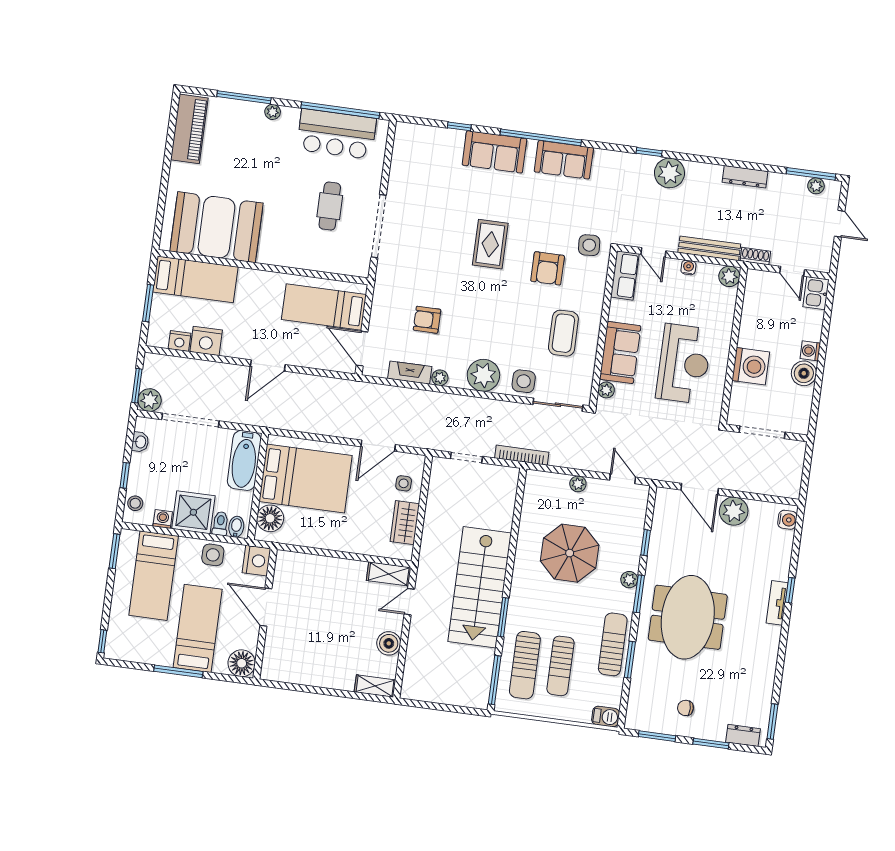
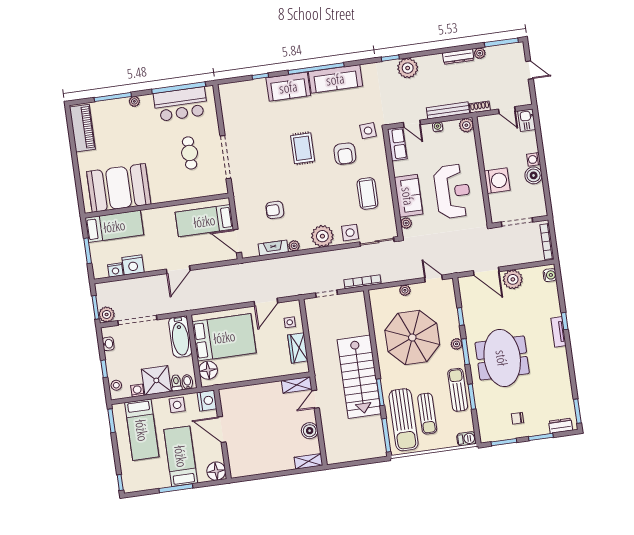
sofa: (564, 160) -> (335, 79), width x1.36
plant: (816, 186) -> (480, 53), moved
bookcase: (796, 472) -> (547, 242), added
parasol: (570, 553) -> (412, 338), width x1.36, depth x1.36
sun lounger: (525, 665) -> (404, 420), width x1.36, depth x1.34

